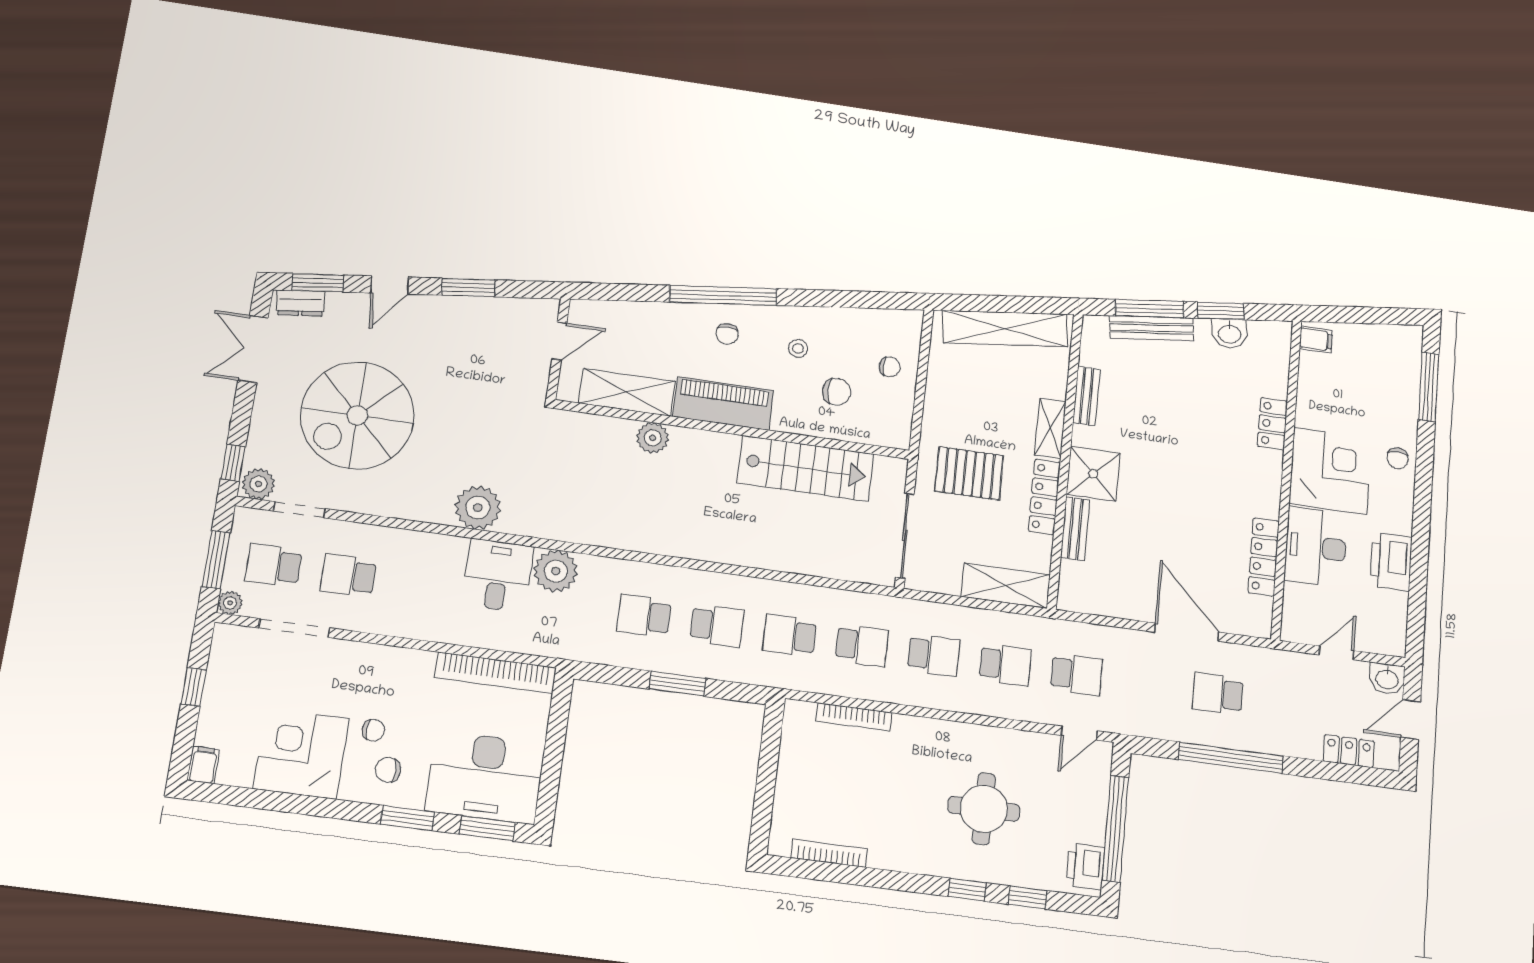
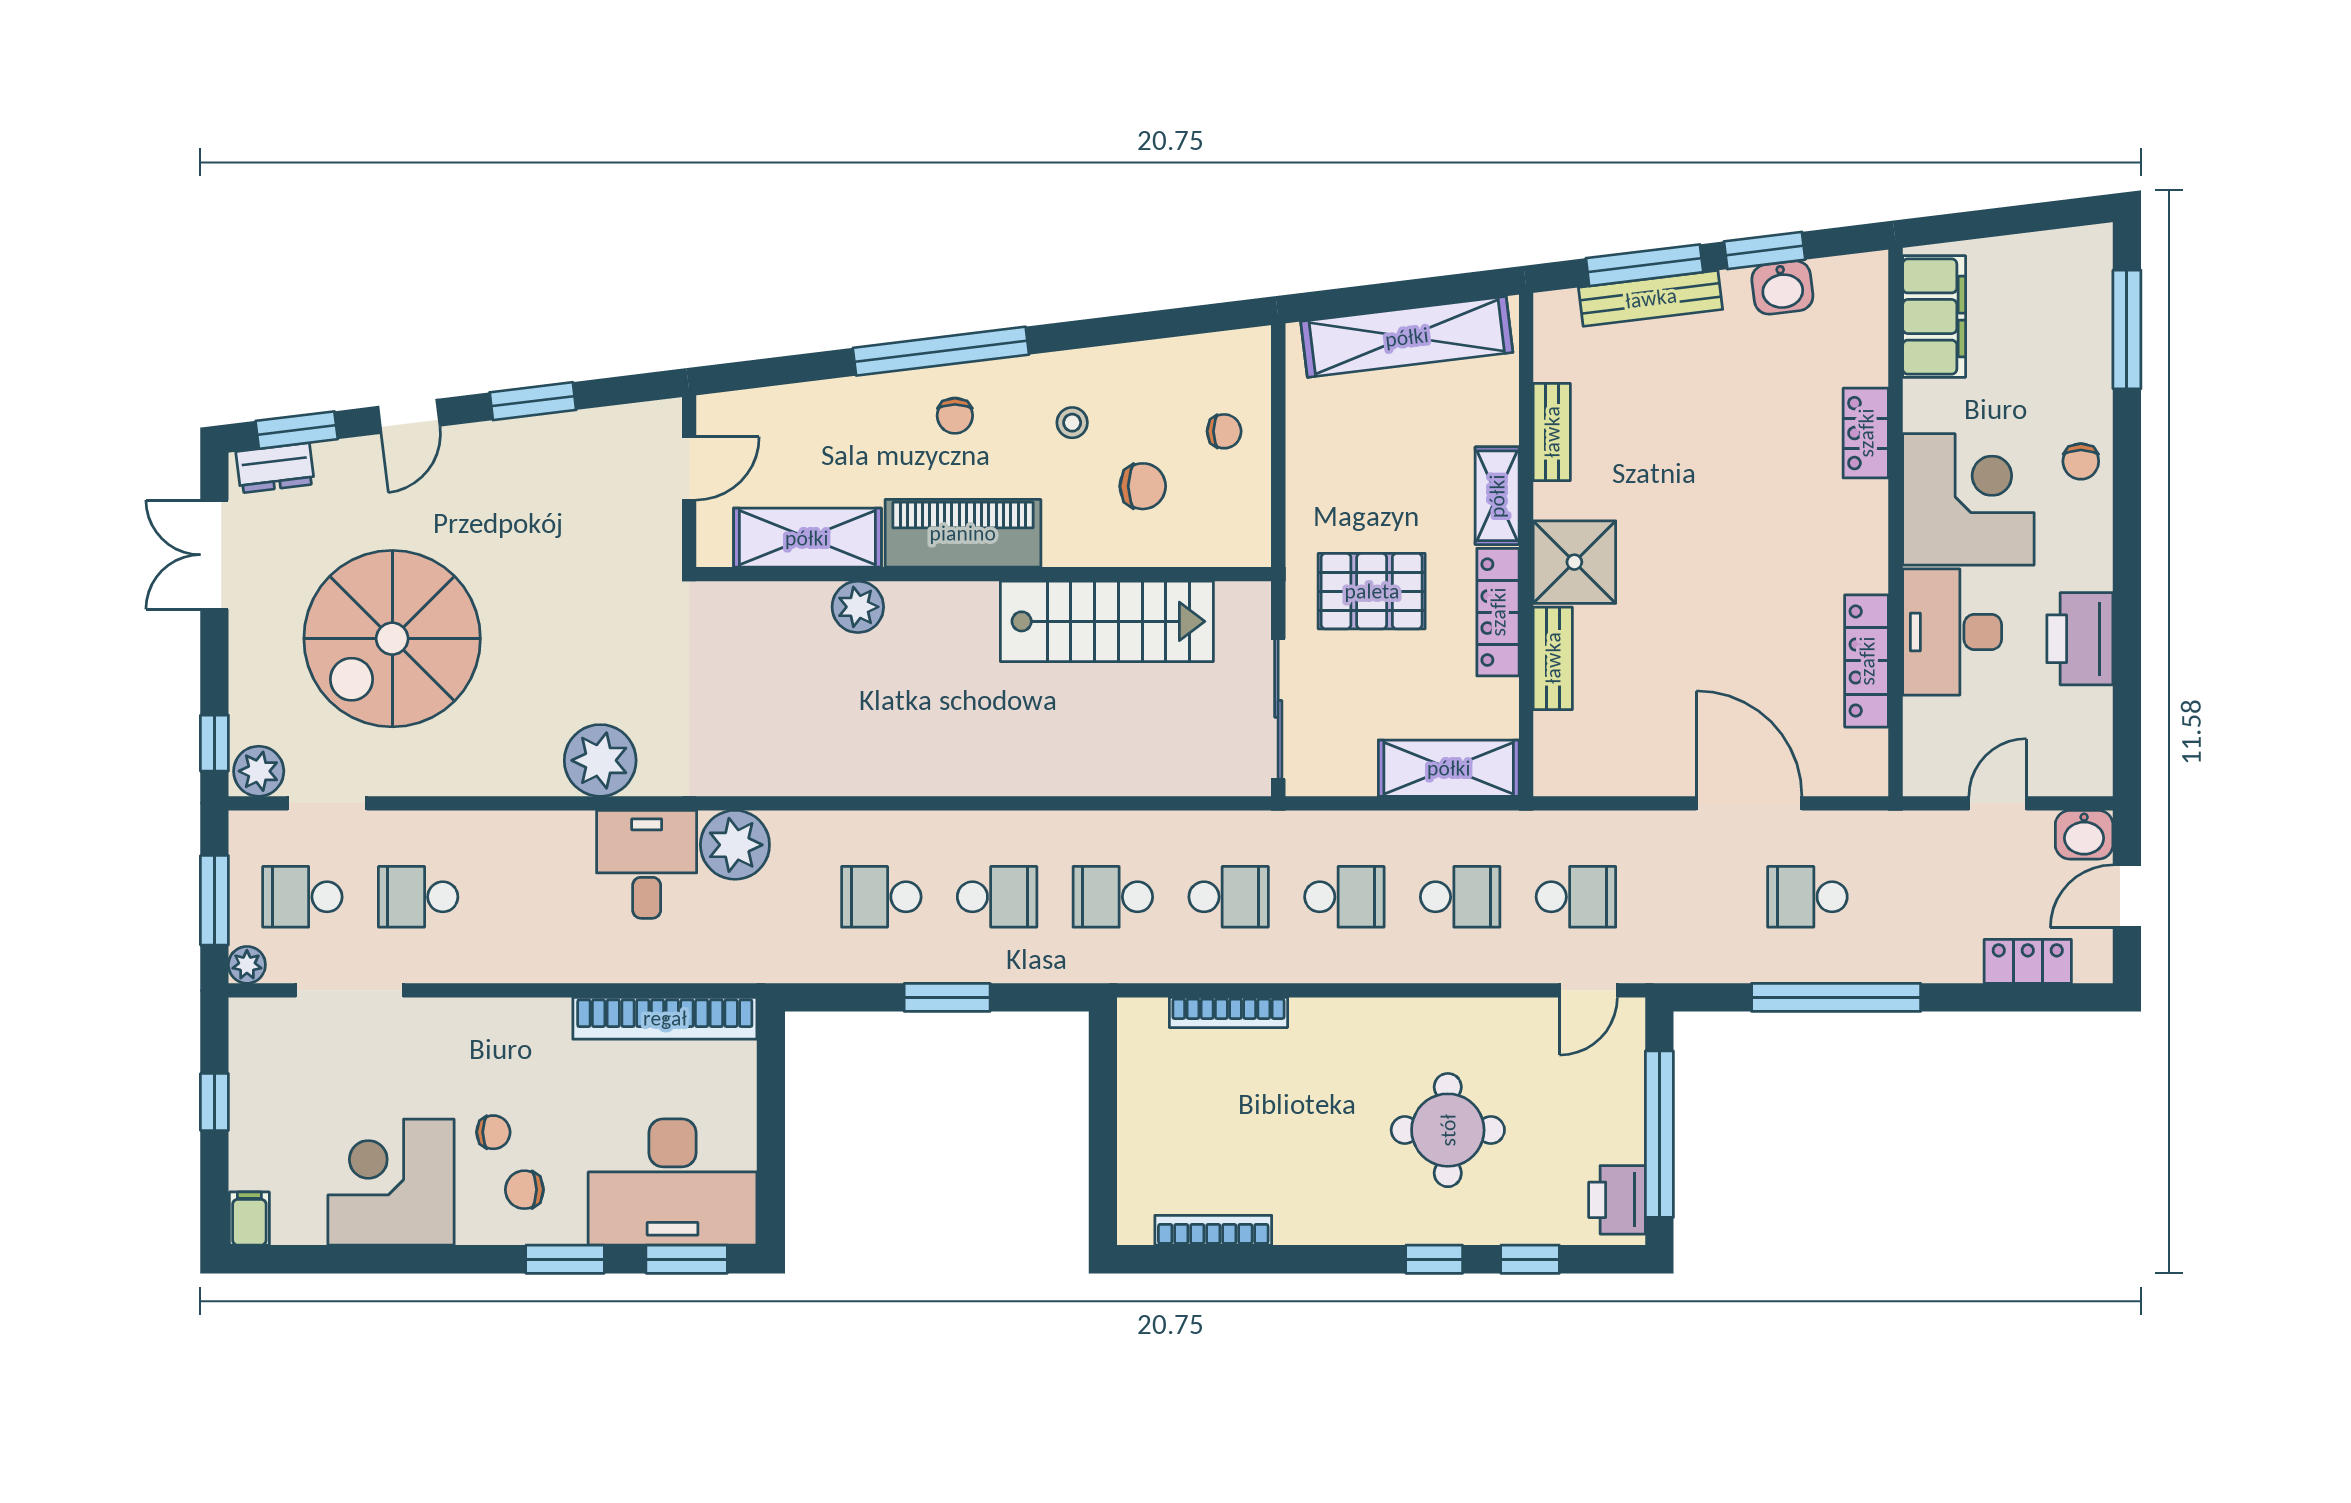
filing cabinet: (1316, 340) -> (1934, 317), width x3.00, depth x1.17

